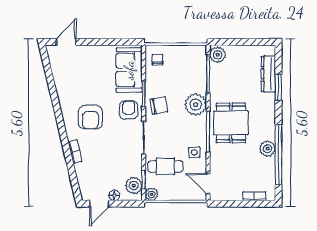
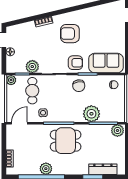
plant: (196, 105) -> (91, 114), moved
plant: (134, 185) -> (32, 67), moved

